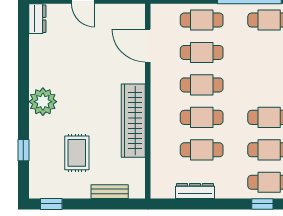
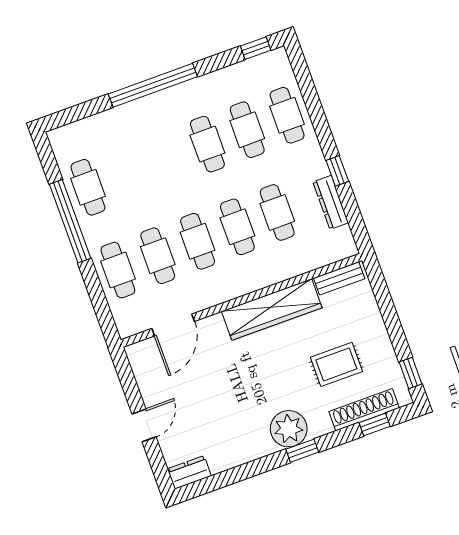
window: (23, 106) -> (302, 451), added
window: (23, 150) -> (375, 425), moved
shoe rack: (37, 161) -> (364, 410), added
bench: (110, 192) -> (339, 278), moved, turned 90
window: (262, 204) -> (337, 171), moved

